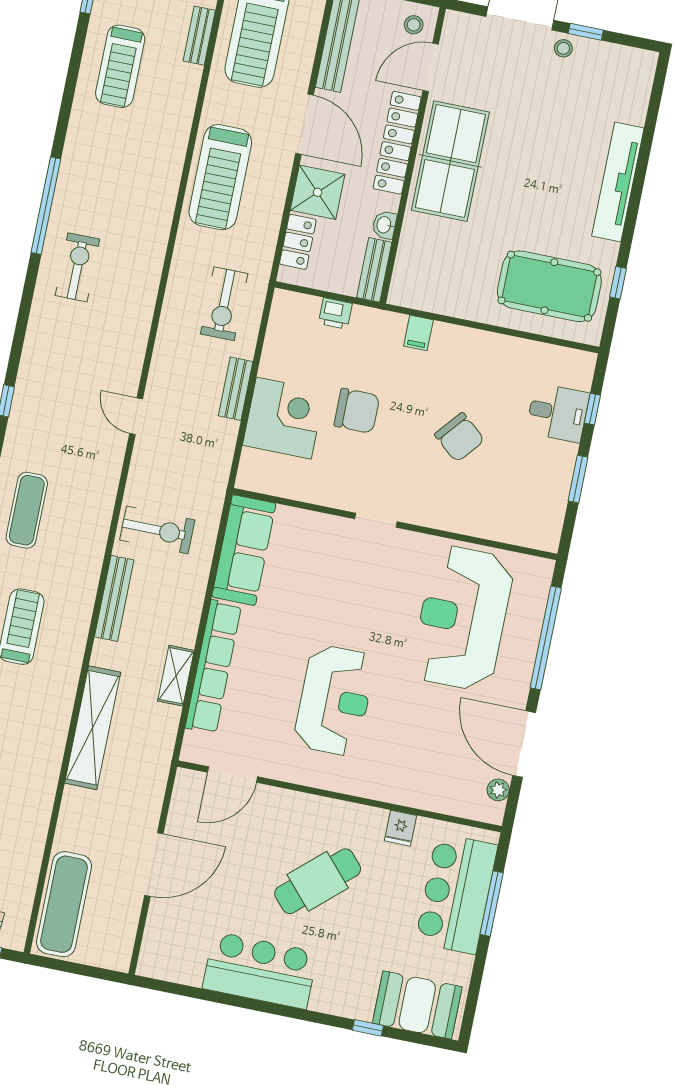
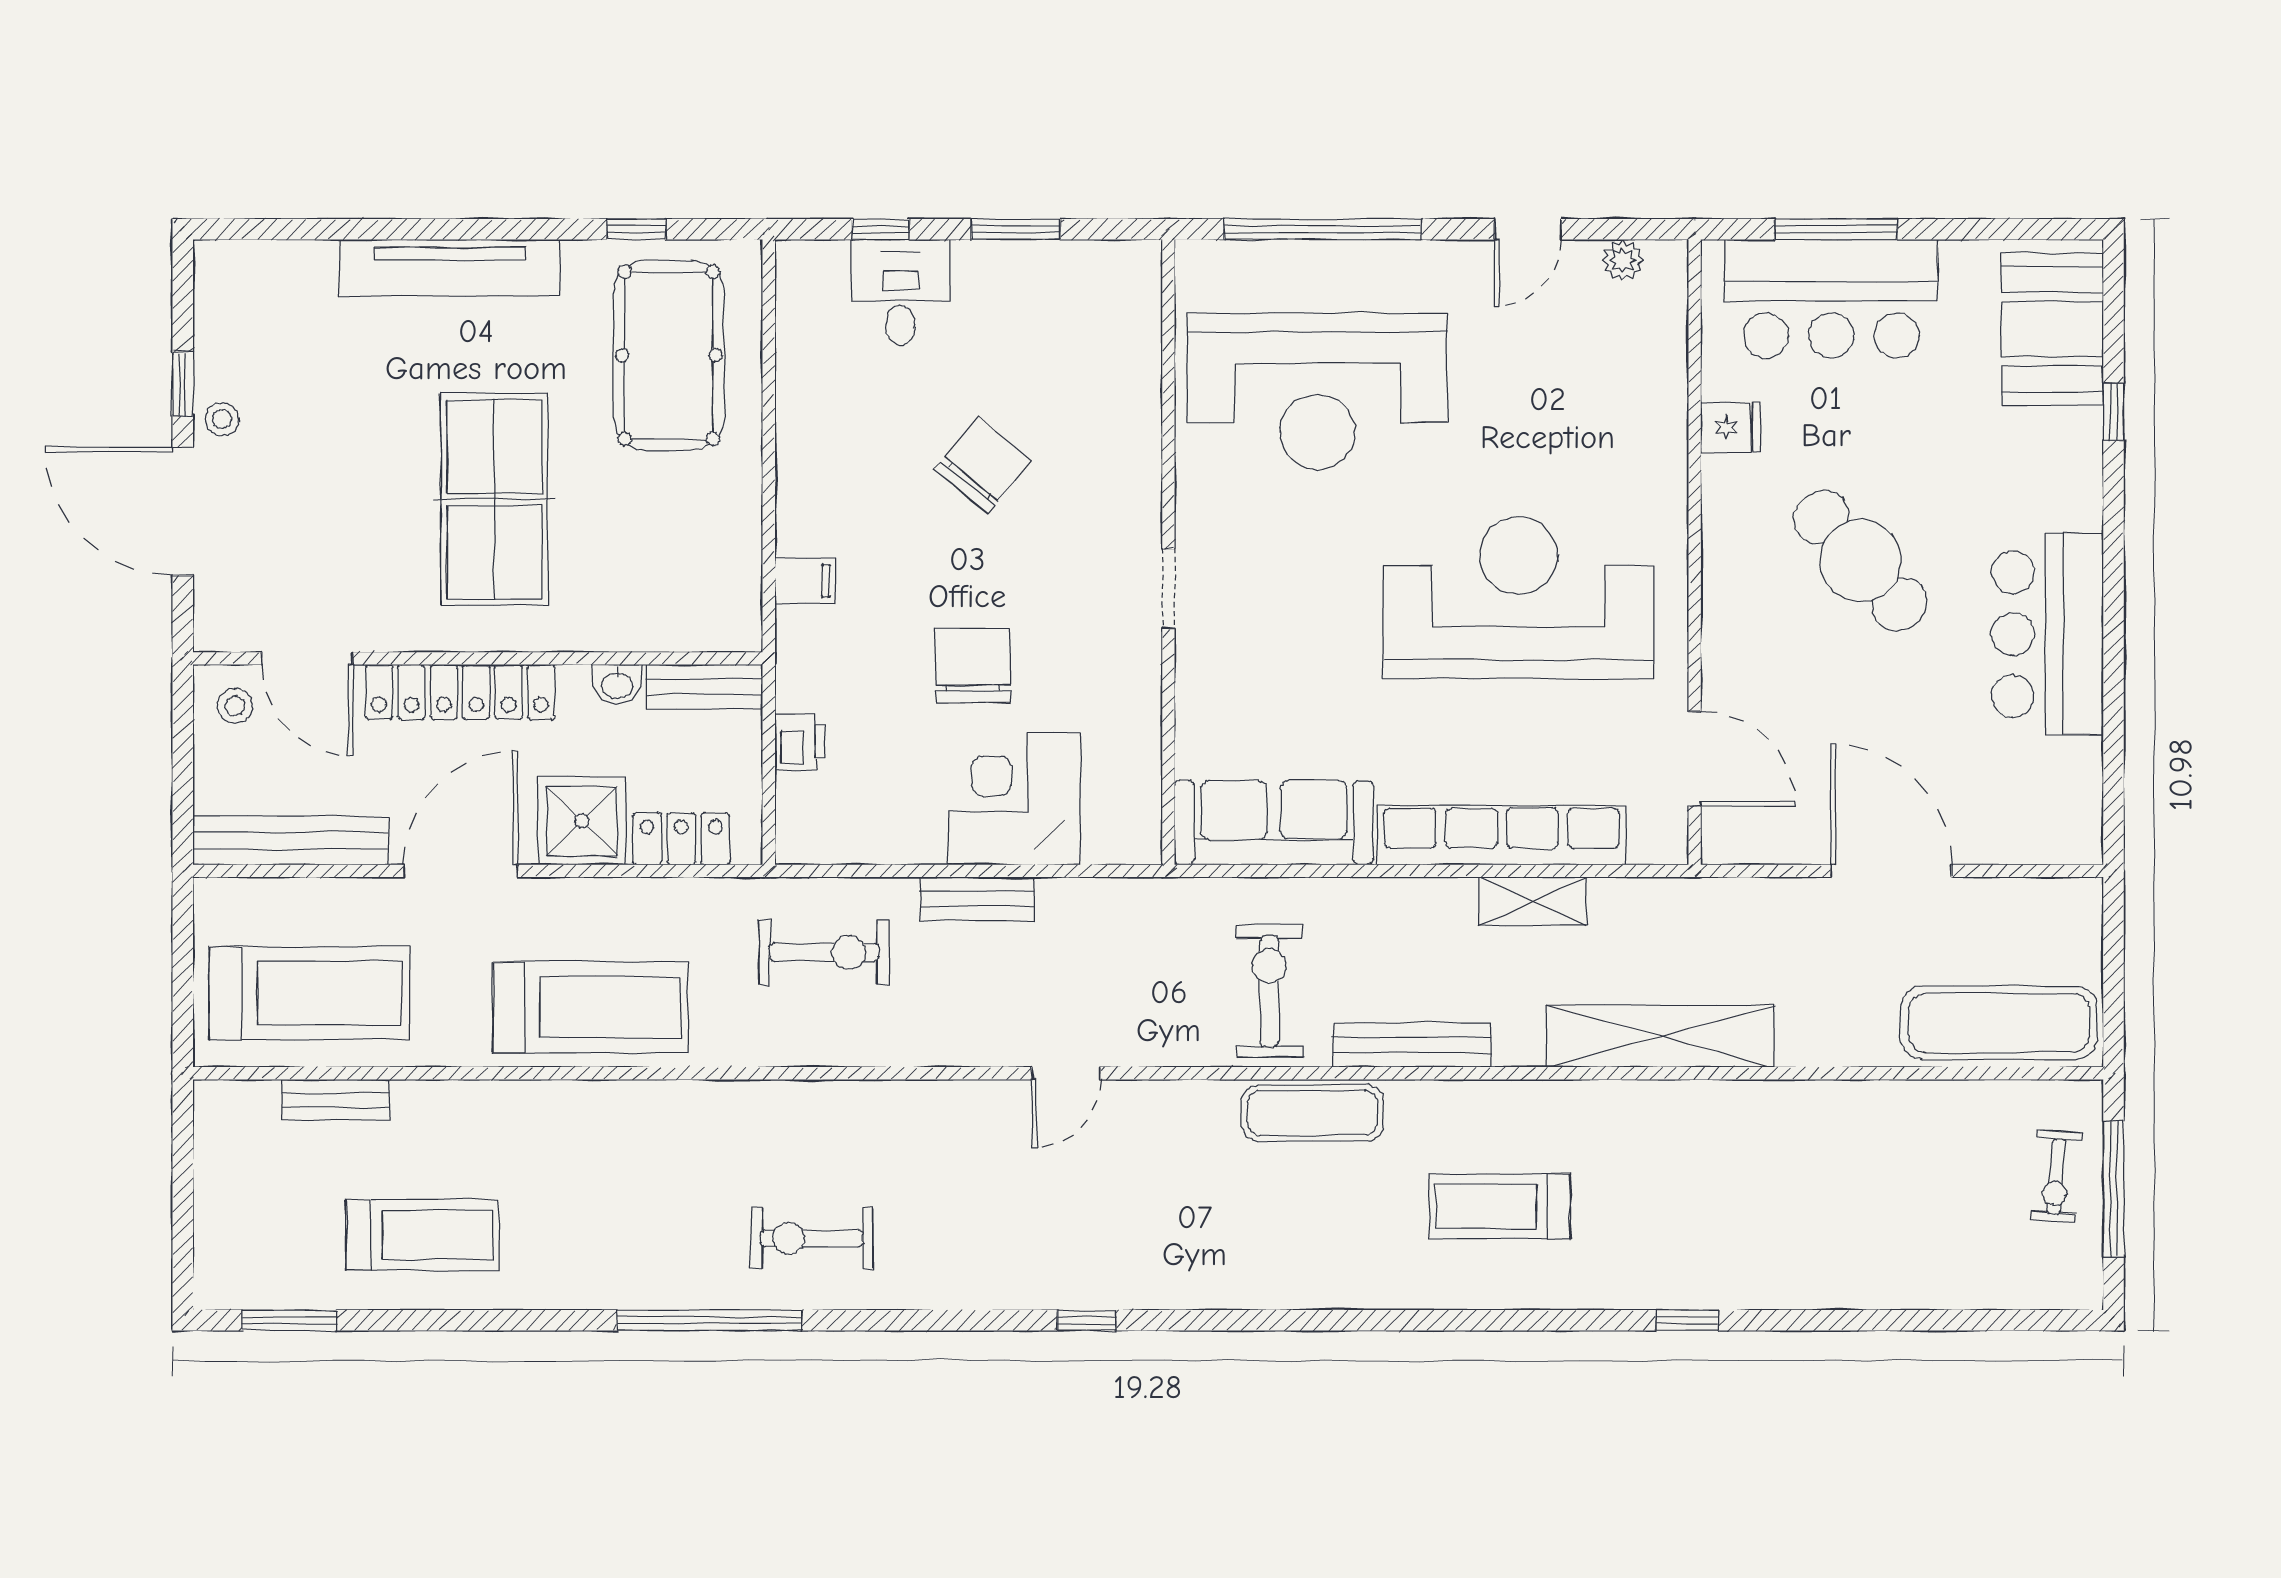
table tennis table: (450, 161) -> (494, 499), moved, turned 90
exercise mat: (27, 510) -> (1313, 1113), moved
reception desk: (334, 700) -> (1518, 598), width x1.36, depth x1.30
door: (524, 744) -> (1528, 229), width x0.53

